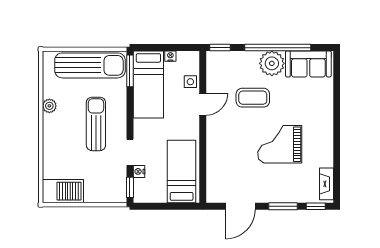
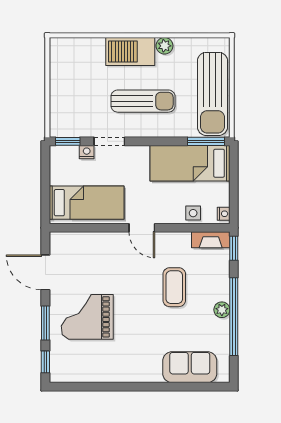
nightstand: (170, 56) -> (224, 214), moved
plant: (272, 63) -> (222, 310), width x0.53, depth x0.53
sofa: (308, 64) -> (190, 367), moved, turned 90
door: (203, 104) -> (142, 228), moved
grand piano: (280, 144) -> (87, 317), moved, turned -90
fireplace: (326, 184) -> (211, 240), moved, turned 180
barbecue: (63, 191) -> (130, 51), moved, turned 90

